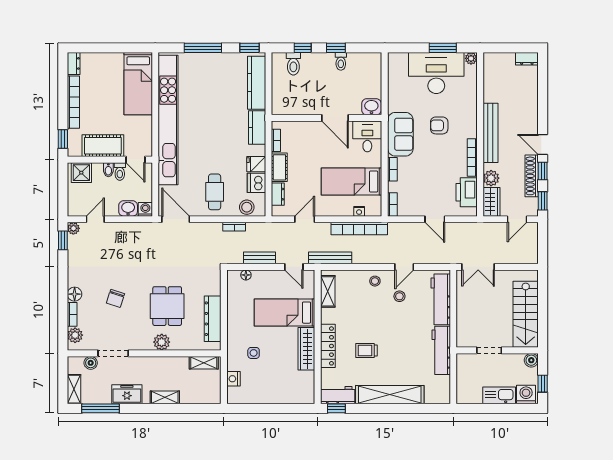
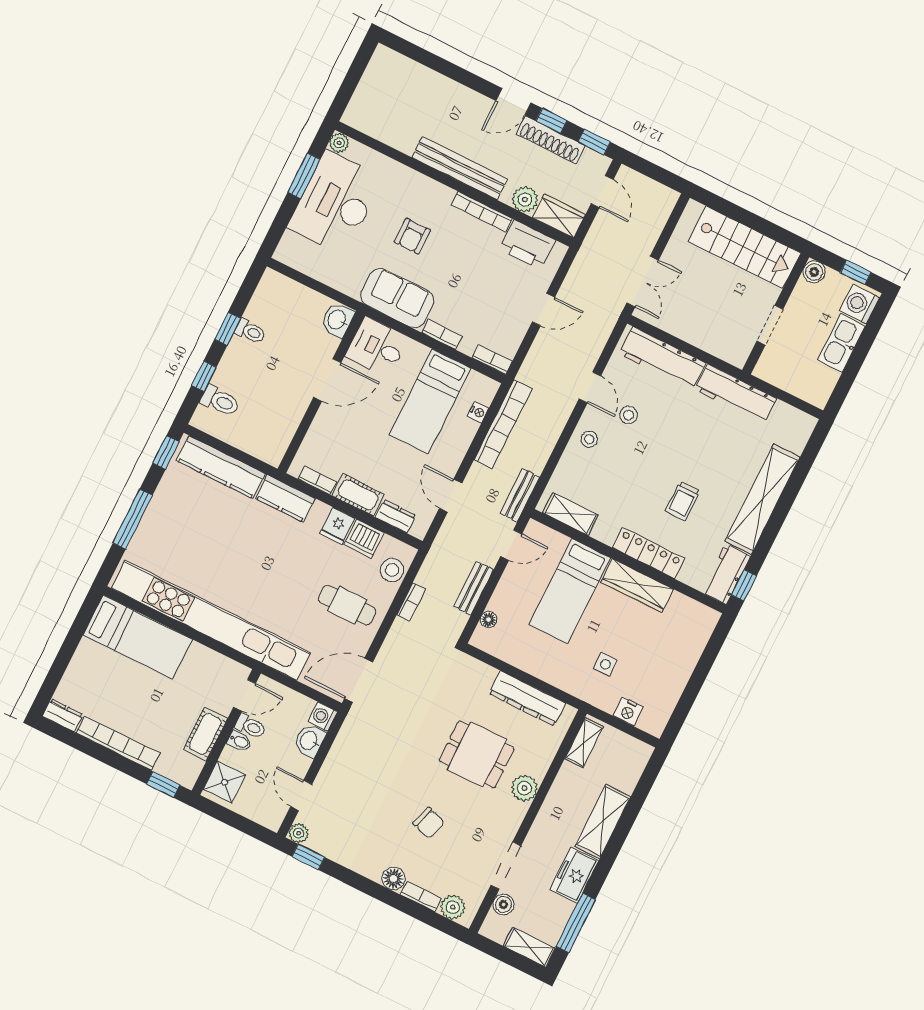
dresser: (527, 59) -> (379, 63), removed
cot: (103, 146) -> (205, 734), width x0.73, depth x0.75
bench: (330, 258) -> (520, 495), width x0.73
shelving: (165, 397) -> (603, 822), width x1.50, depth x1.33

